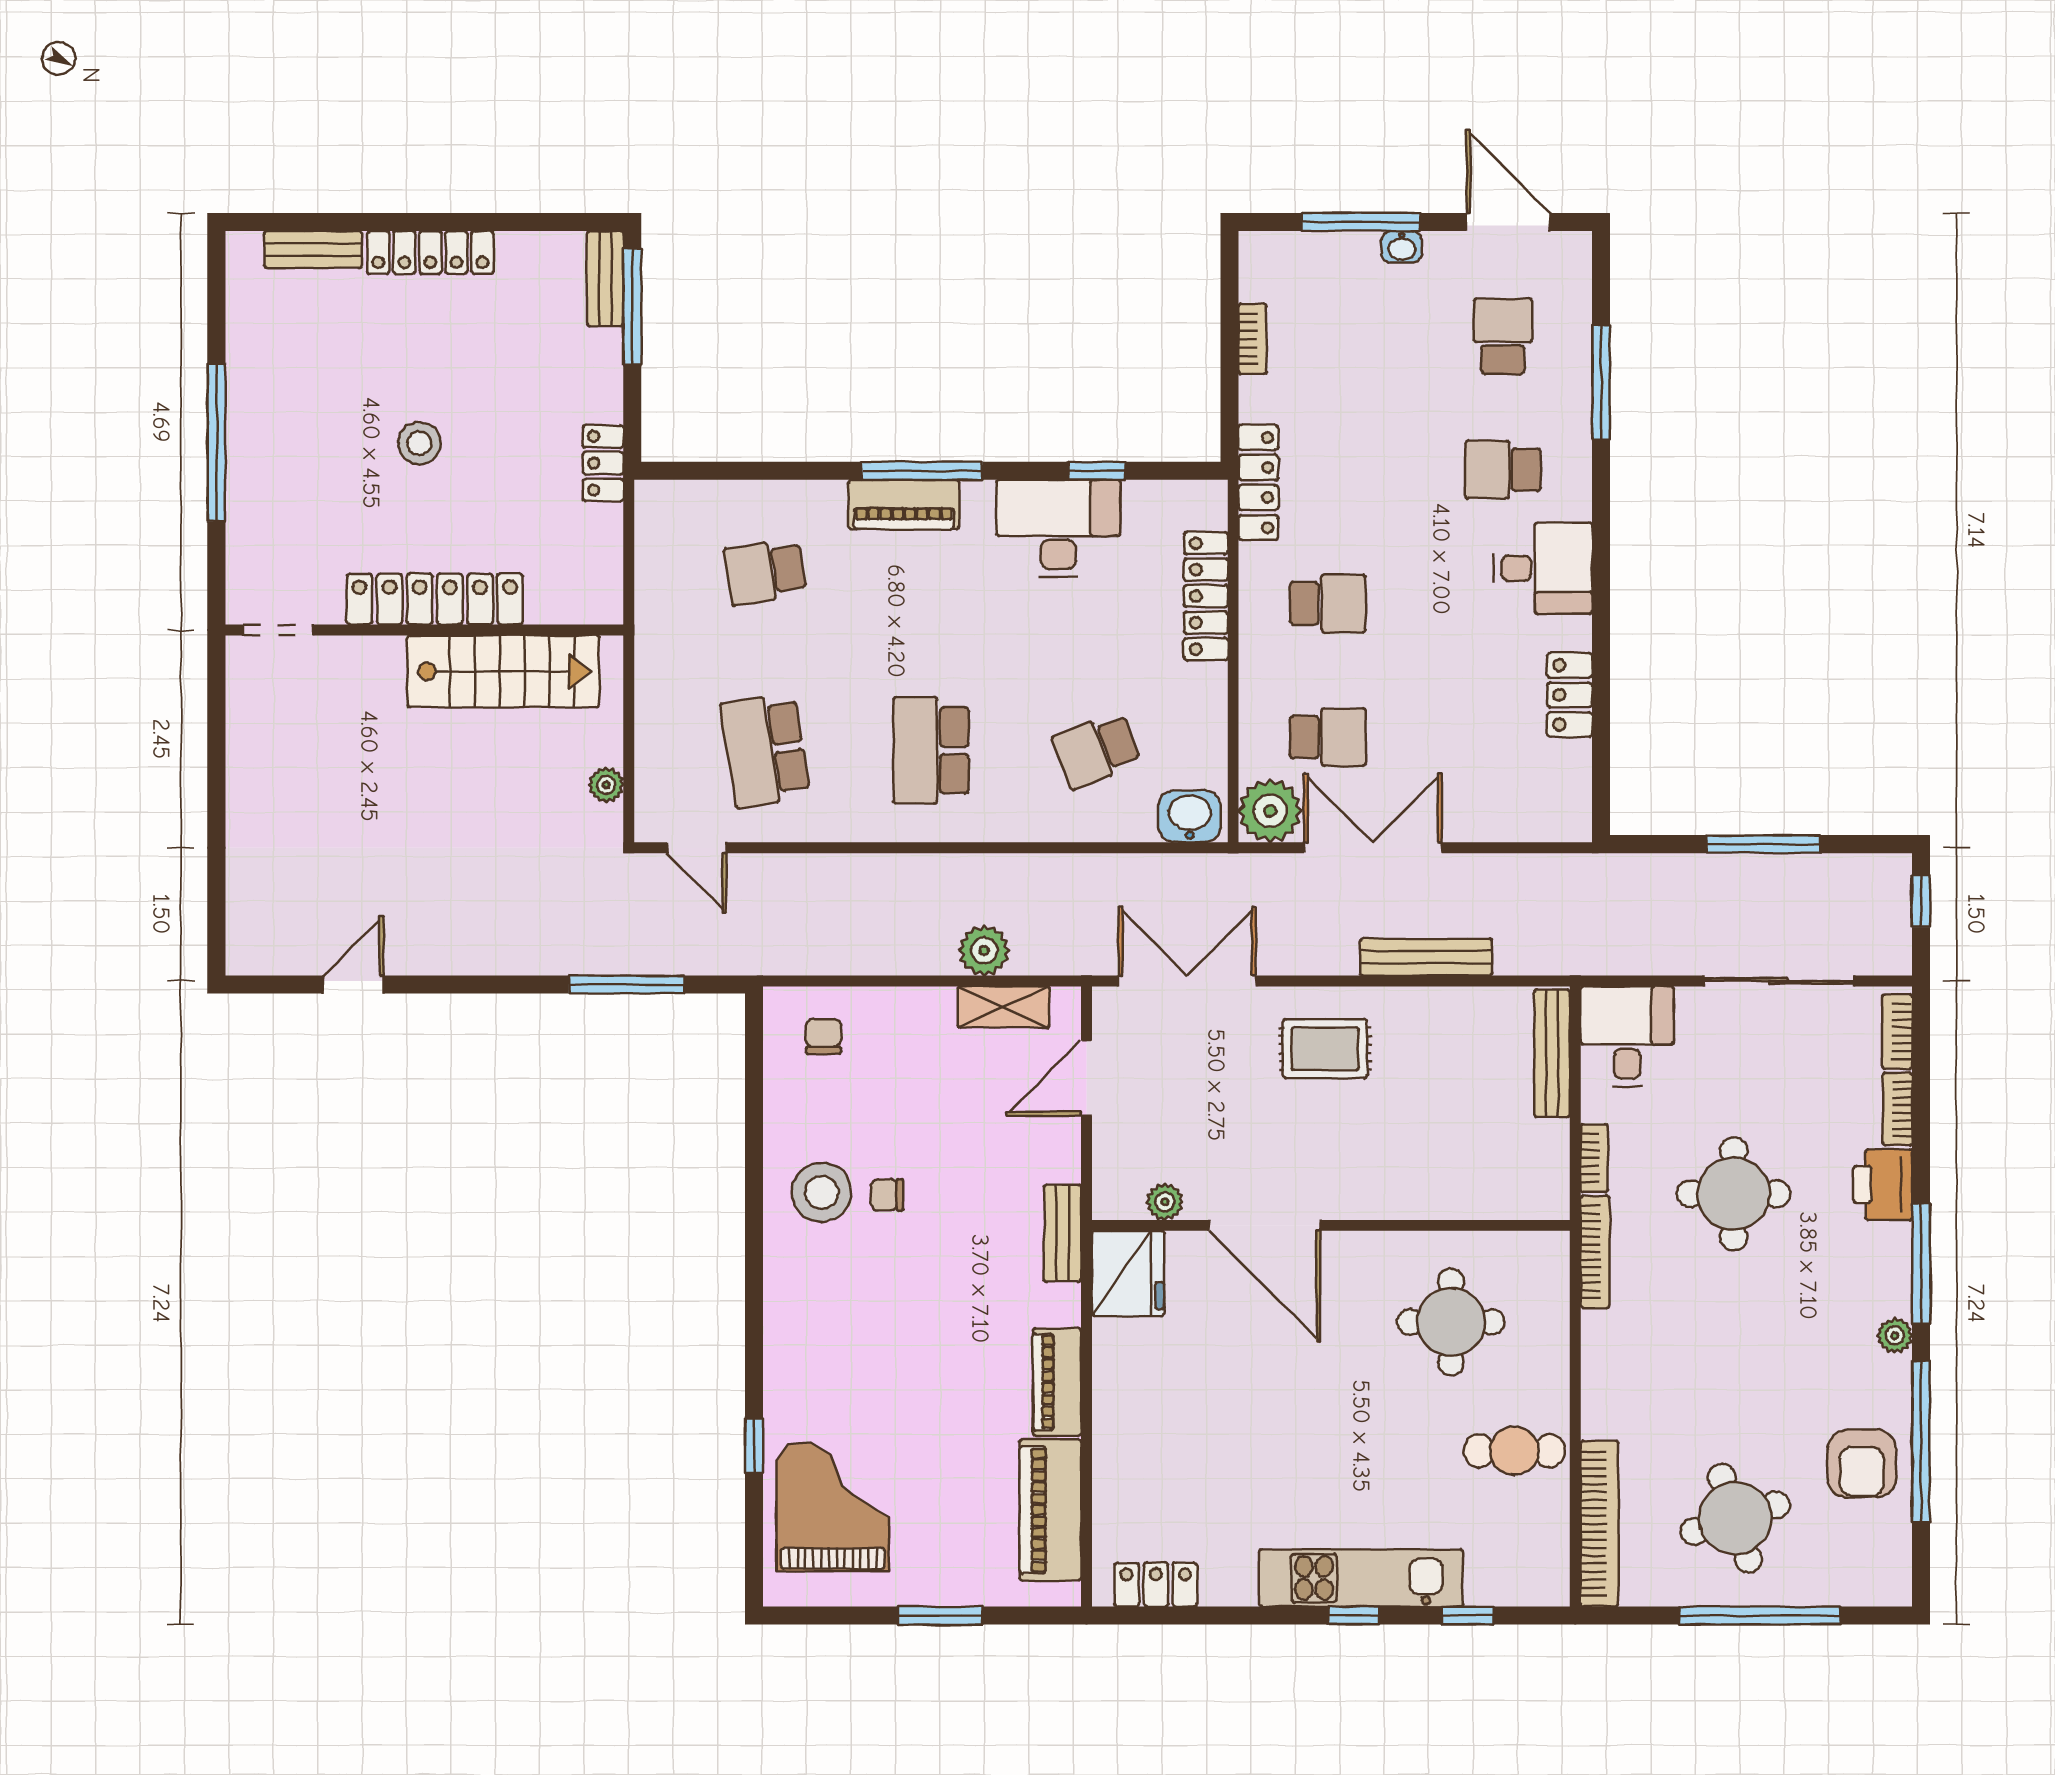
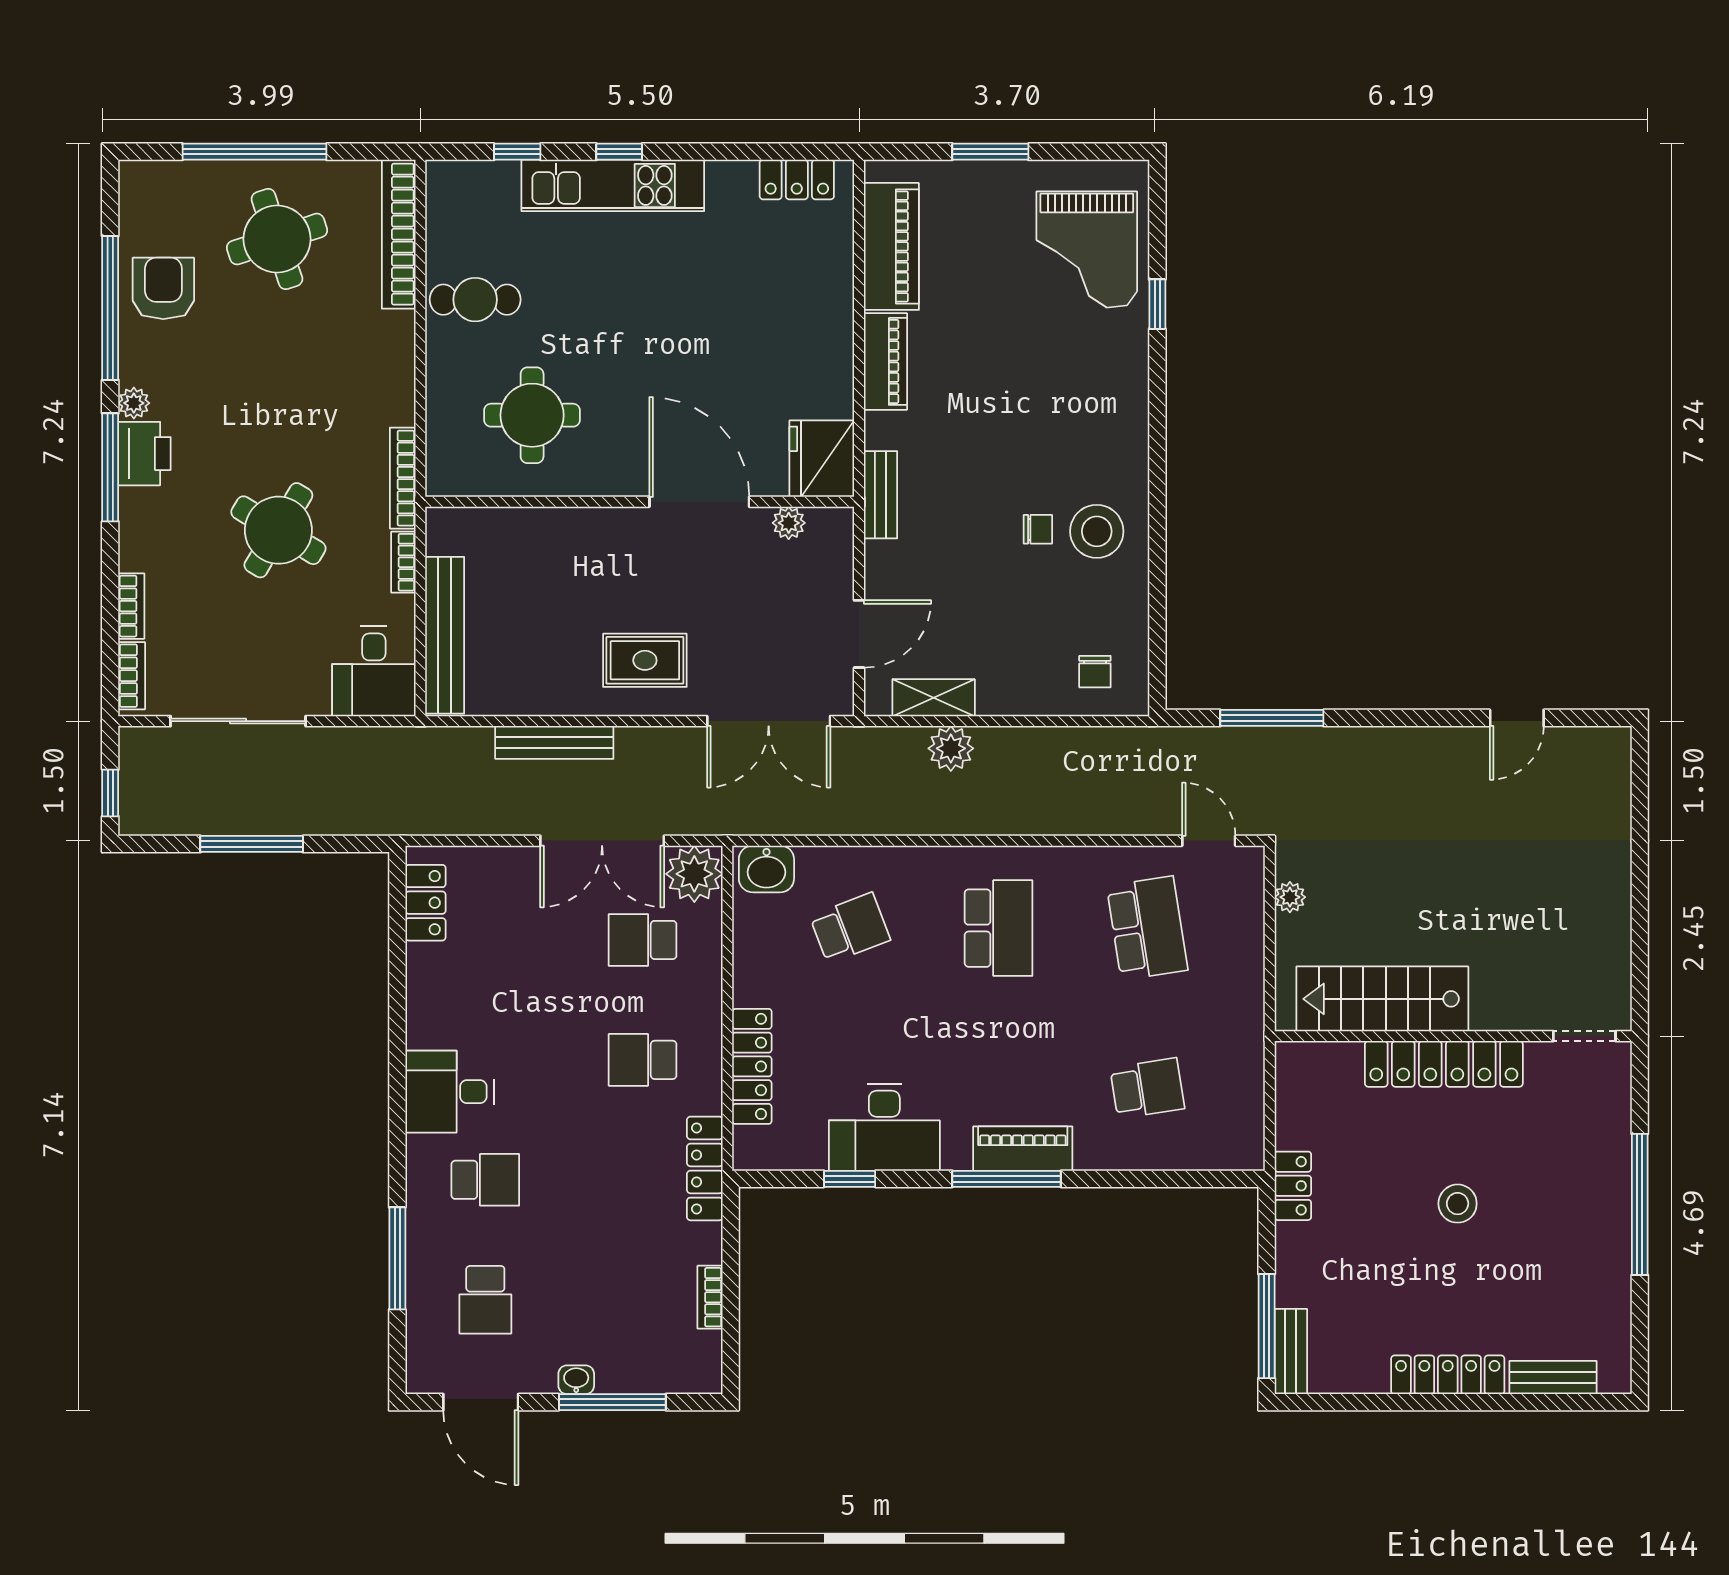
locker: (1570, 695) -> (425, 903), moved
bench: (1552, 1053) -> (445, 635), width x1.37, depth x1.21
printer: (1883, 1185) -> (144, 454), moved
round table: (1734, 1194) -> (278, 530), turned 31

